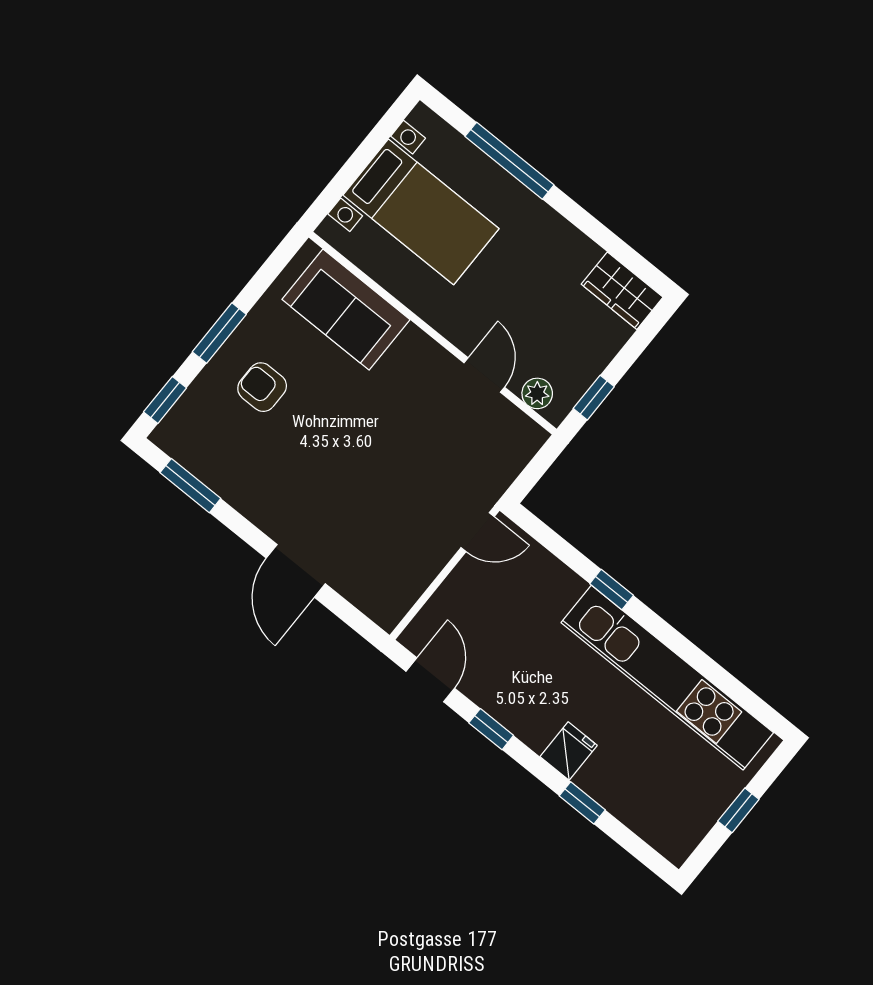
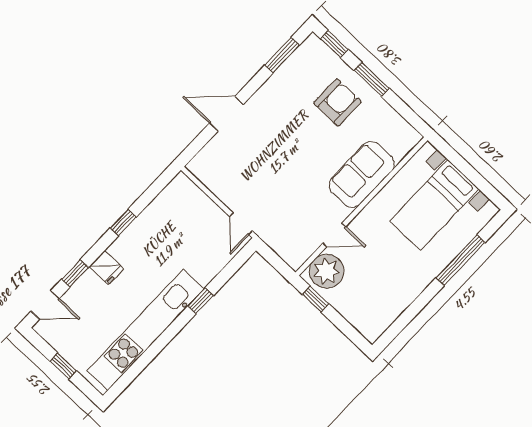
wardrobe: (622, 291) -> (378, 321), removed
sofa: (346, 310) -> (362, 175), moved
armchair: (262, 387) -> (337, 102), width x1.38, depth x1.38
plant: (537, 393) -> (326, 271), width x1.88, depth x1.88
door: (430, 680) -> (45, 305), moved

